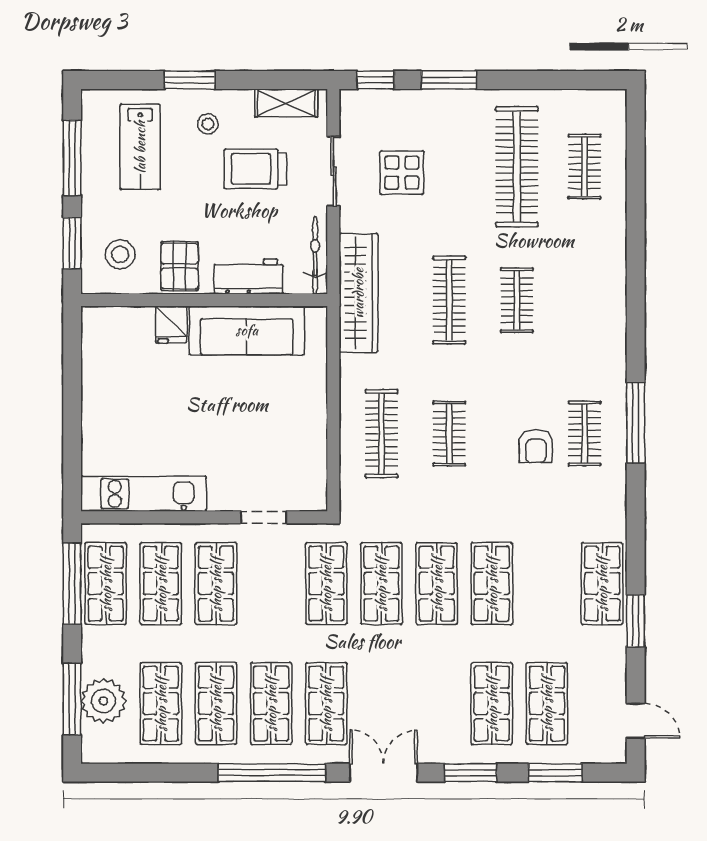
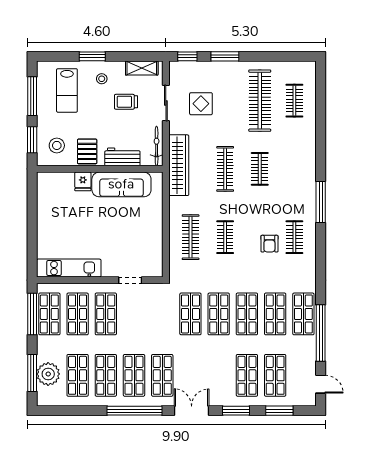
trolley: (255, 169) -> (126, 102), width x0.73, depth x0.72
window: (636, 423) -> (321, 202), moved
shop shelf: (326, 584) -> (275, 314), moved
window: (636, 621) -> (321, 333), width x2.11

